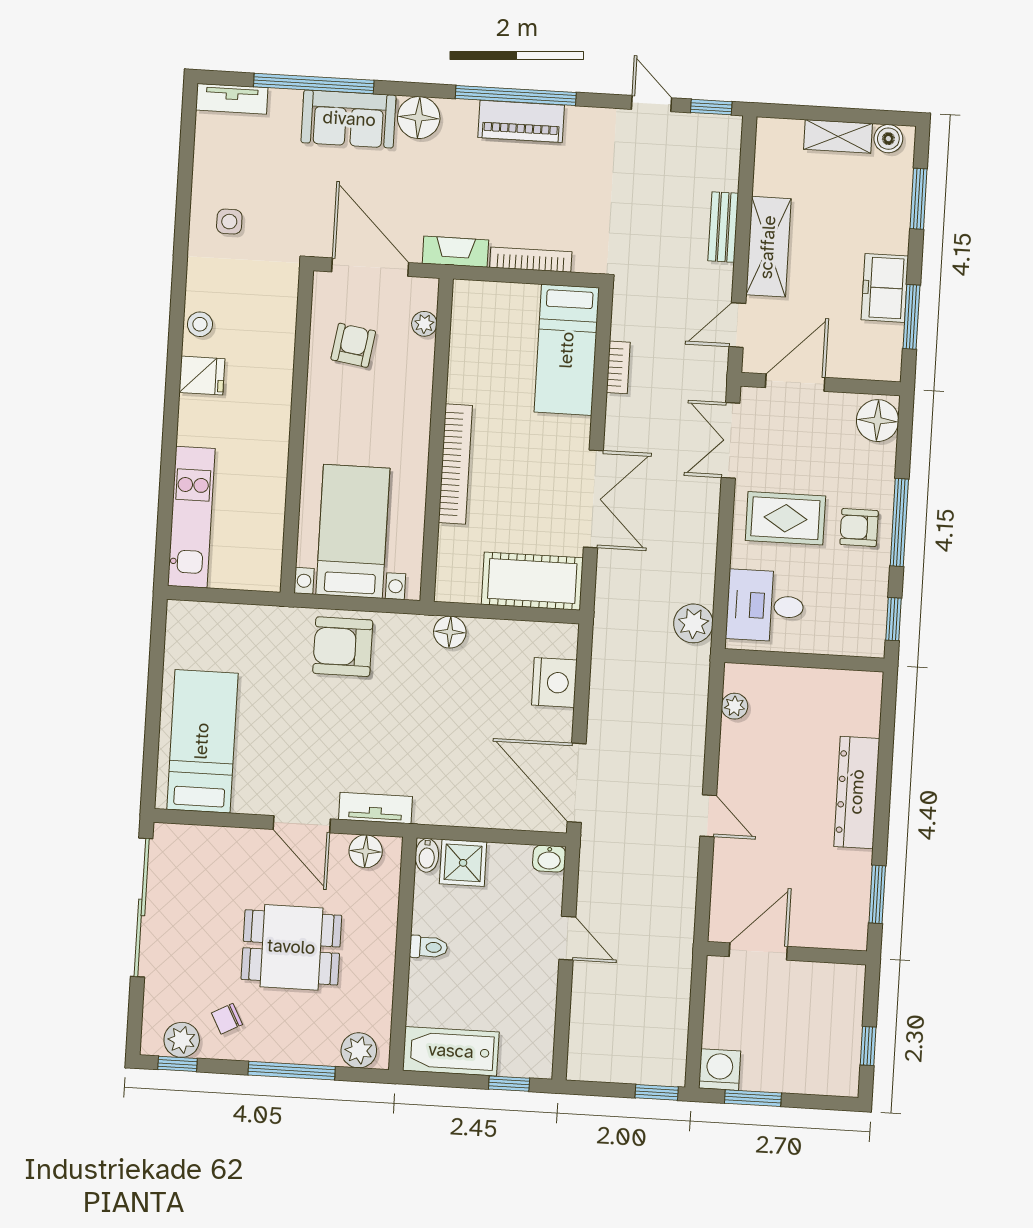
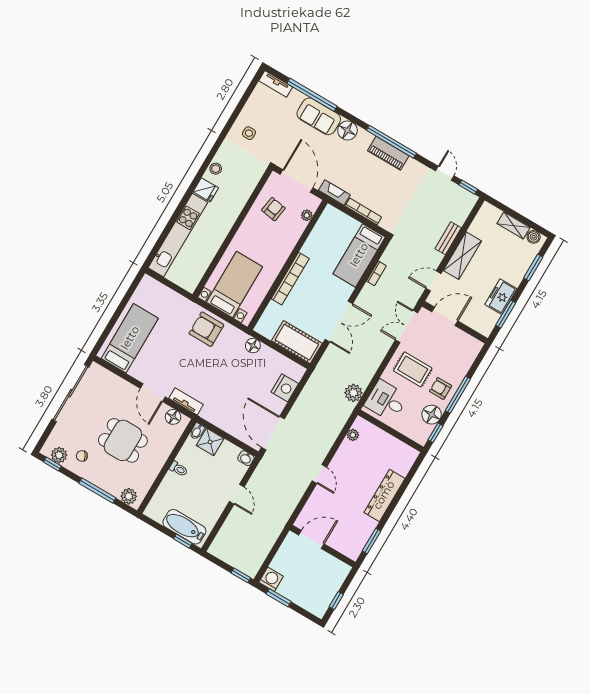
floor lamp: (878, 421) -> (432, 415), moved
kitchen unit: (191, 517) -> (178, 235), width x1.36
bathtub: (451, 1051) -> (184, 527), moved

